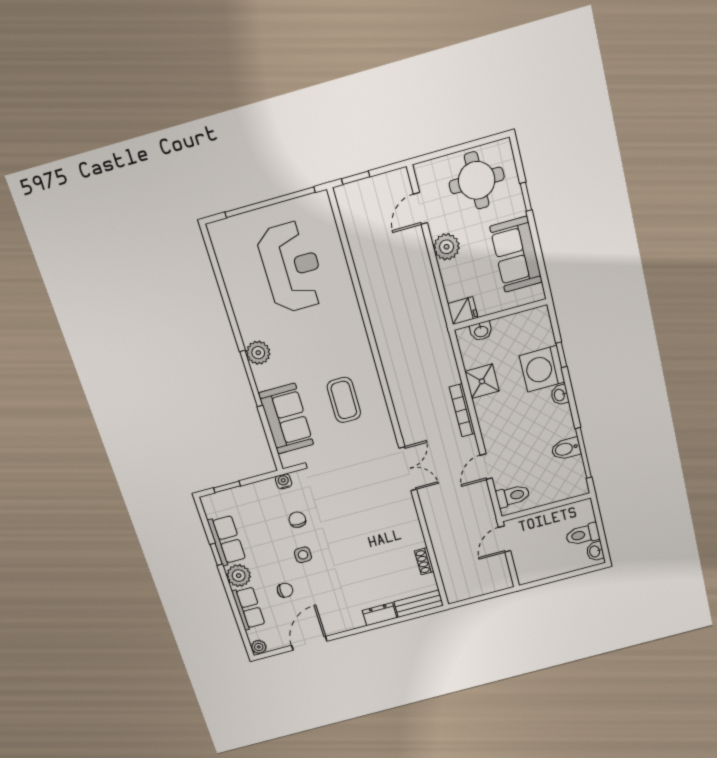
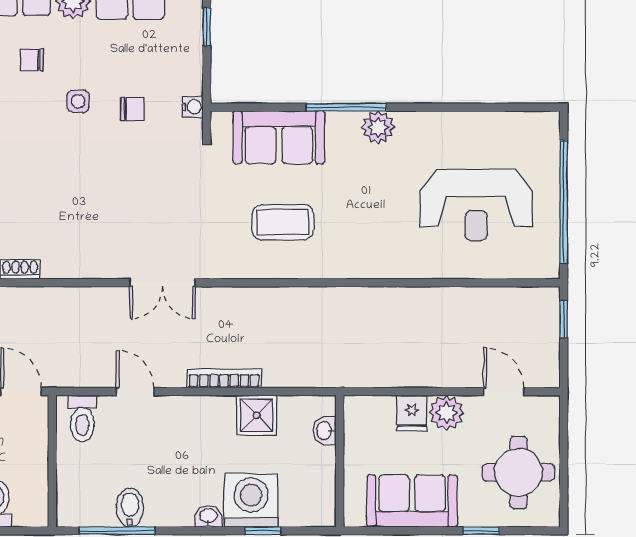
fridge: (463, 311) -> (412, 413), moved
chair: (285, 590) -> (32, 60), turned 90

